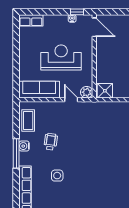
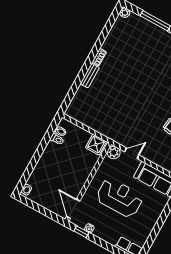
reception desk: (61, 57) -> (119, 198), turned 180
door: (71, 100) -> (132, 153), swing flipped

